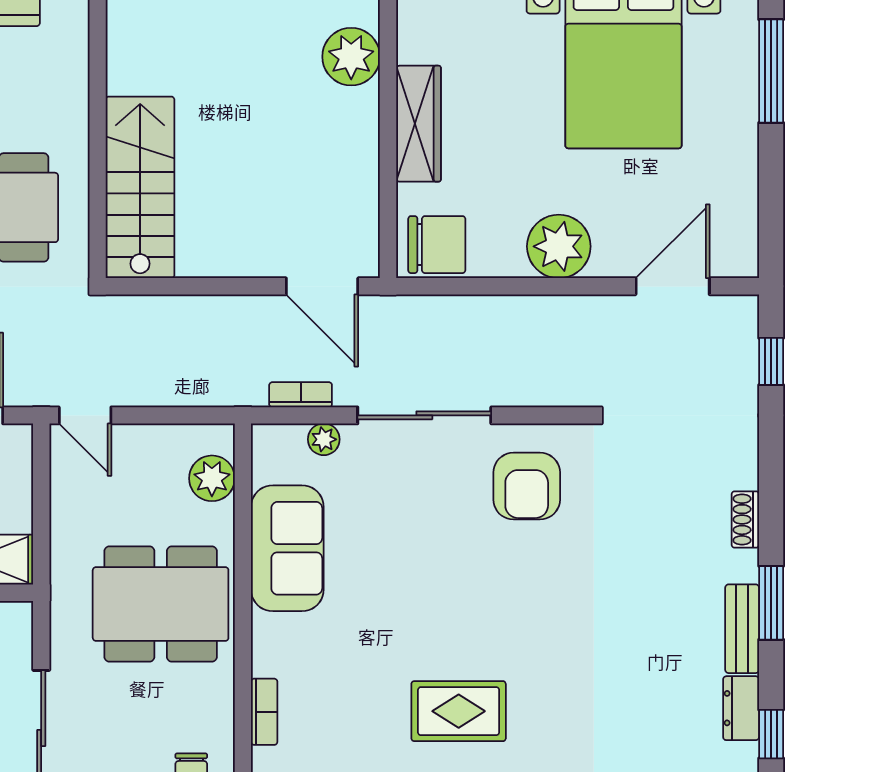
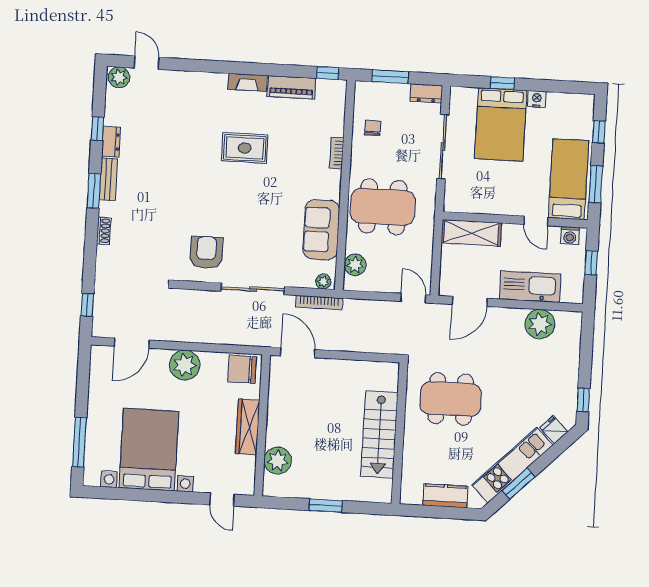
stairs: (140, 187) -> (379, 434), moved
bookcase: (301, 395) -> (319, 302), width x1.56
plant: (324, 439) -> (323, 282), moved

